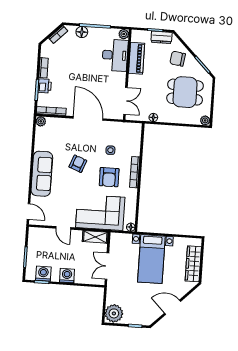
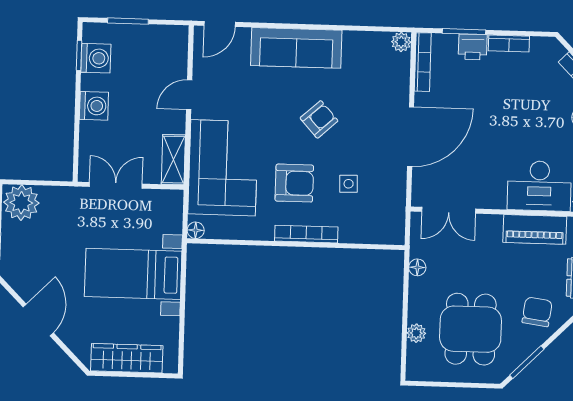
plant: (205, 120) -> (416, 333), moved
armchair: (78, 164) -> (319, 119), turned -63
armchair: (109, 177) -> (294, 183), turned 180

